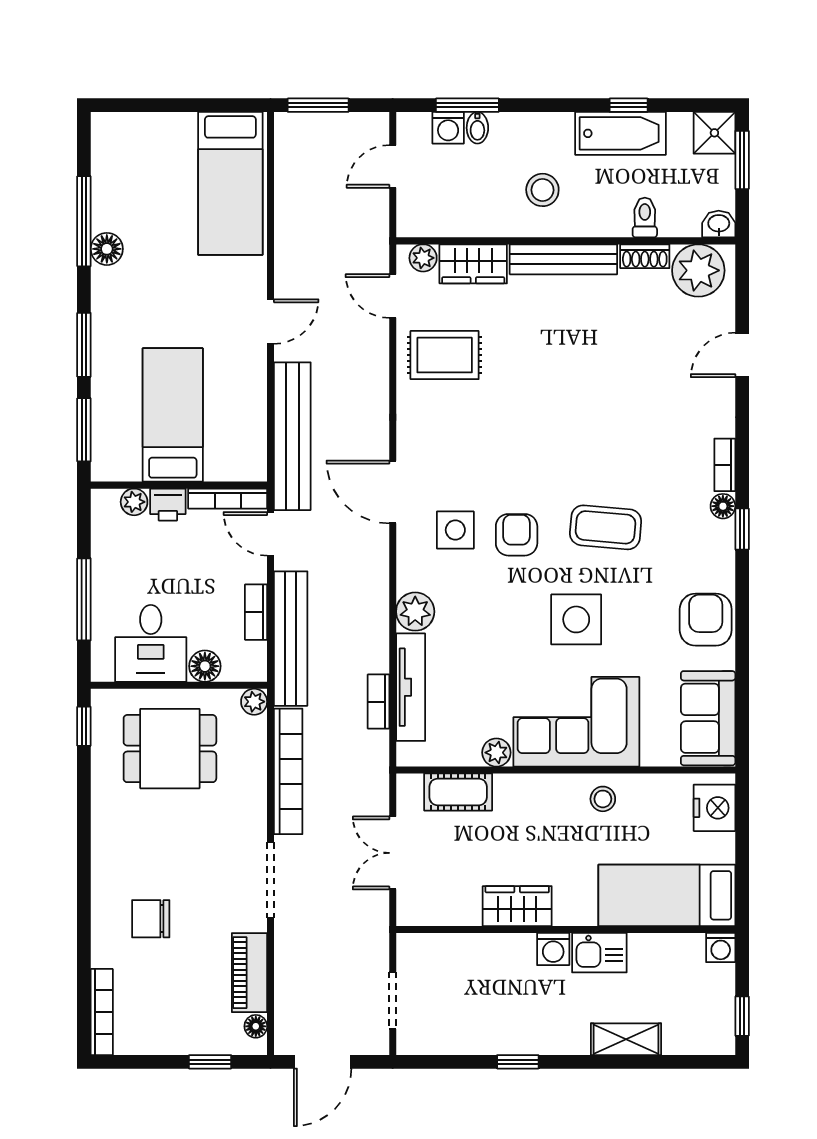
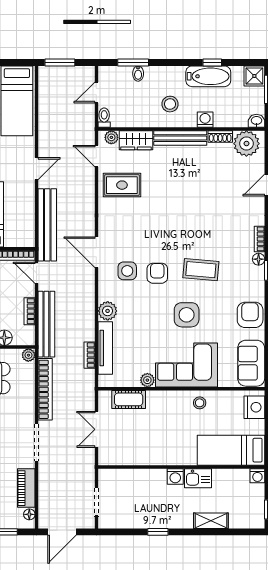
washing machine: (448, 128) -> (205, 120), moved, turned 180
toilet: (645, 218) -> (104, 118), moved
wardrobe: (517, 906) -> (158, 455), removed

